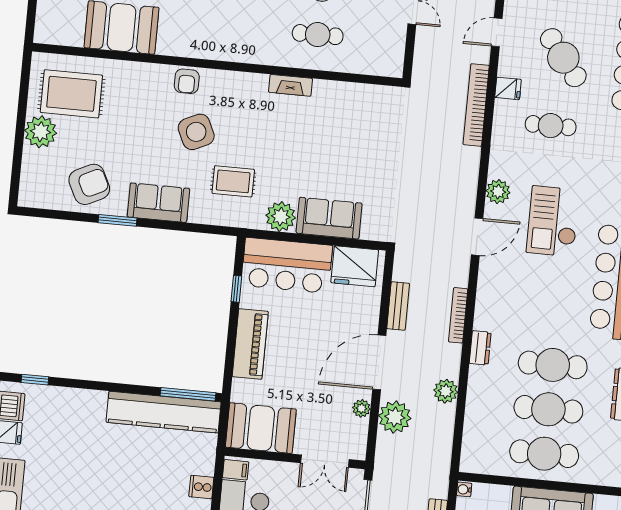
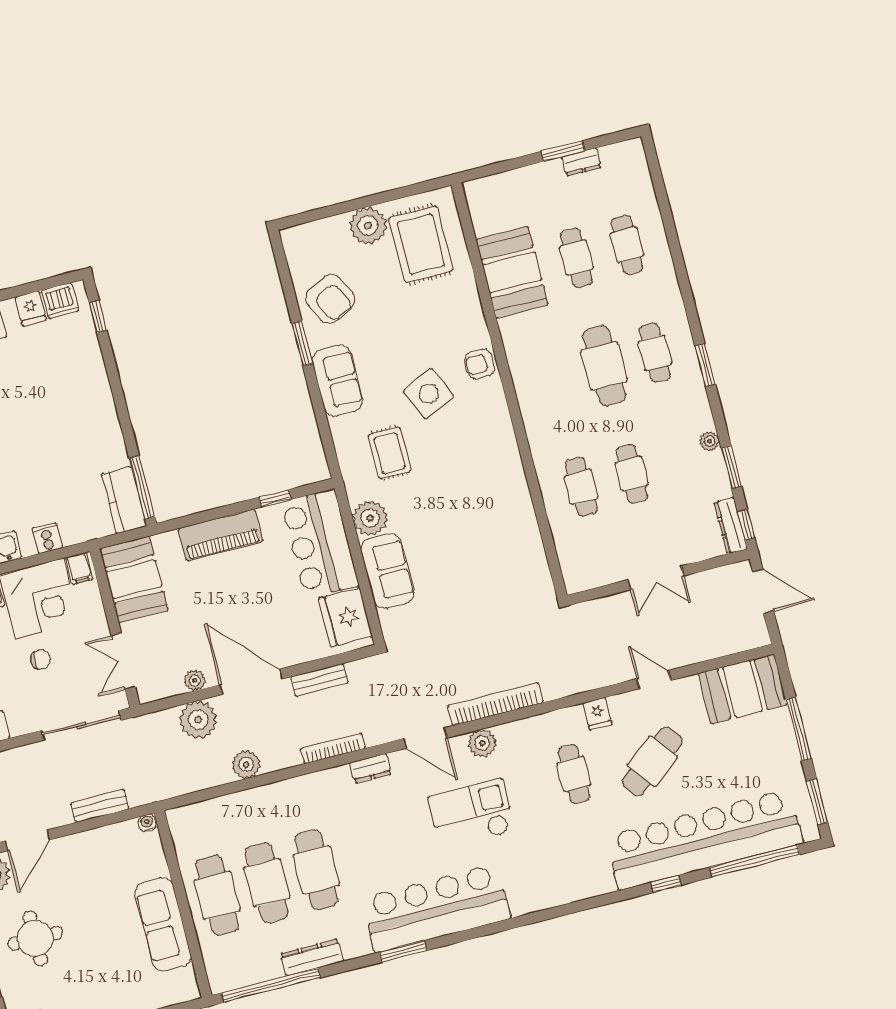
fireplace: (291, 85) -> (516, 477), removed
bookcase: (476, 105) -> (495, 704), moved
dresser: (480, 348) -> (371, 768), moved
kitchen counter: (164, 412) -> (124, 500), width x0.48, depth x0.86

